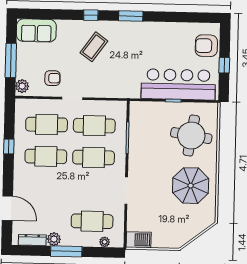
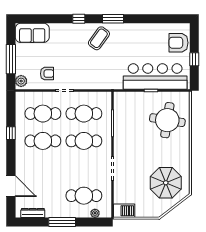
coffee table: (94, 47) -> (99, 38), moved
parasol: (191, 186) -> (166, 183), moved
plant: (54, 239) -> (51, 212), removed

